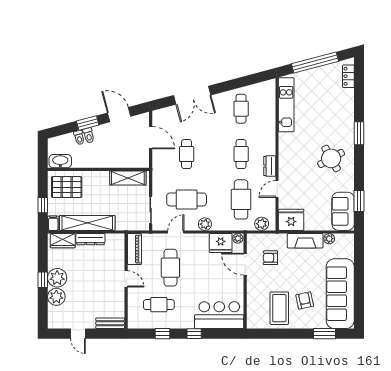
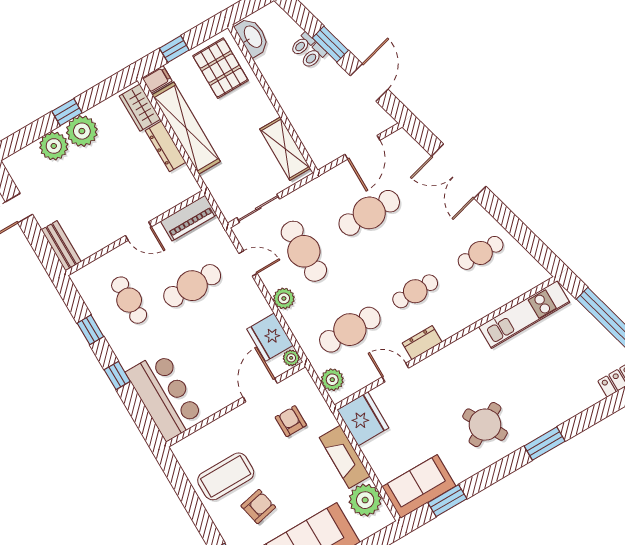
cafe table: (187, 154) -> (369, 213), width x1.37, depth x1.35
plant: (329, 239) -> (365, 500), width x1.88, depth x1.88
door: (126, 279) -> (138, 231), hinge flipped

